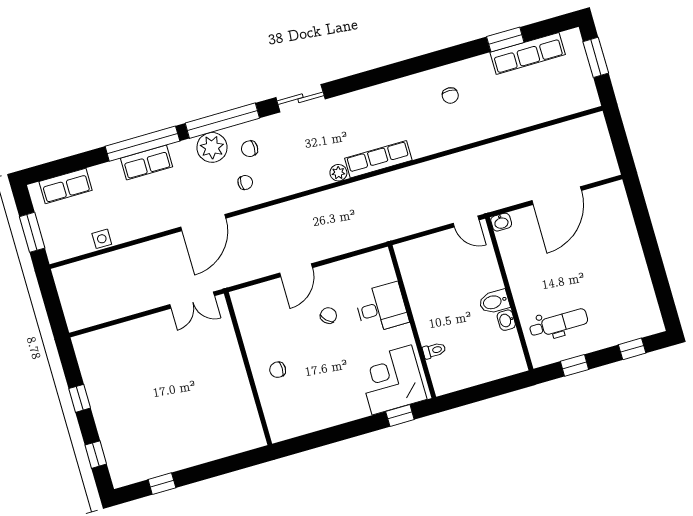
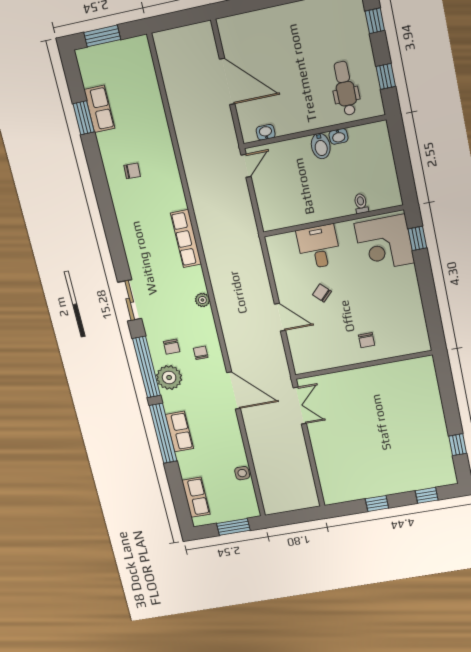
row of seats: (528, 53) -> (99, 109), width x0.68
plant: (338, 173) -> (202, 300), moved
washbasin: (501, 222) -> (266, 132), moved, turned -90

